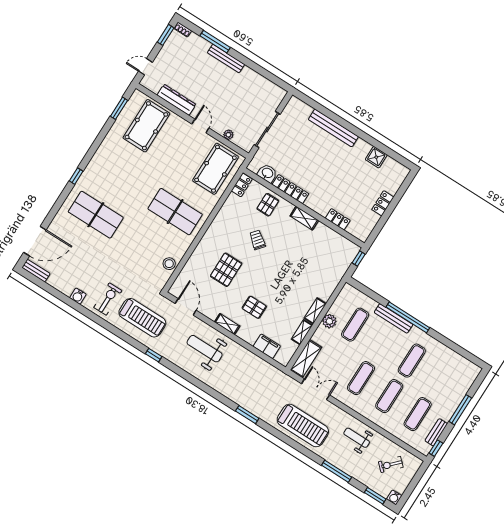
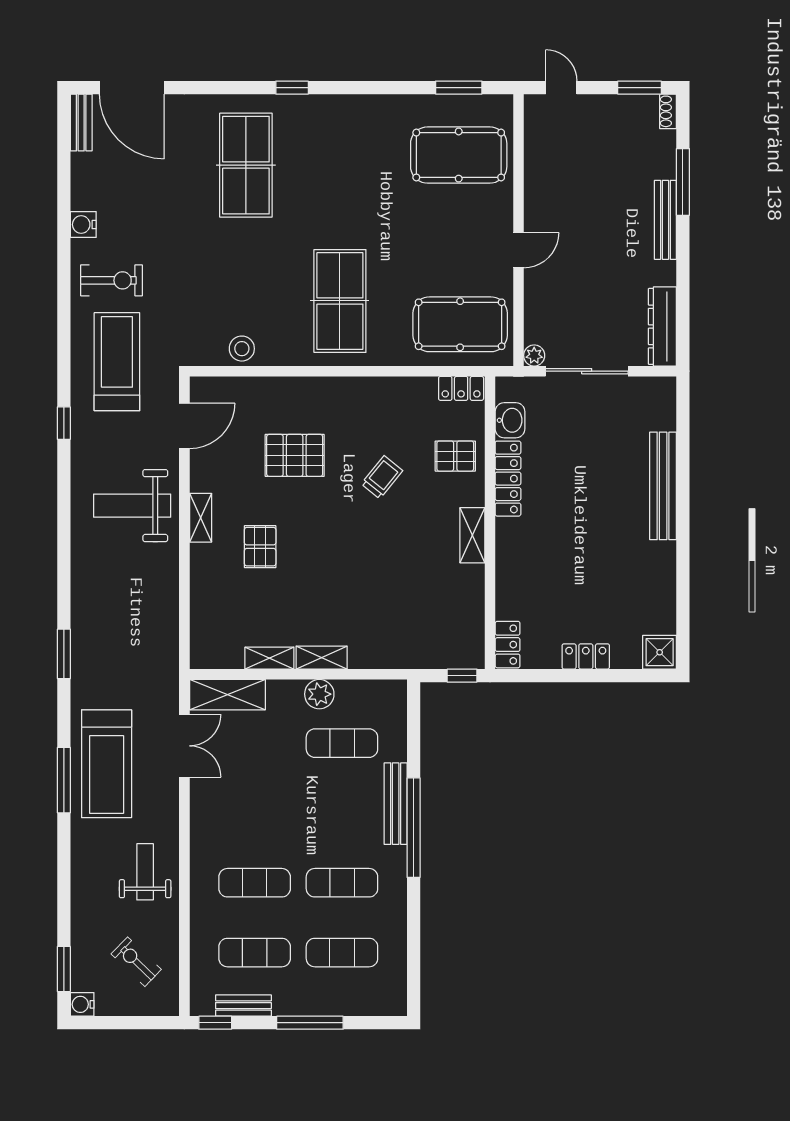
dresser: (176, 100) -> (662, 326), moved, turned 180
plant: (228, 135) -> (534, 355), moved
shower: (376, 157) -> (660, 652), moved
locker: (338, 219) -> (508, 645), moved
treadmill: (142, 318) -> (117, 362), turned 180
filing cabinet: (267, 346) -> (206, 612), removed
weight bench: (205, 349) -> (132, 506), turned -90
exercise mat: (361, 378) -> (342, 953), moved
window: (337, 471) -> (64, 780), moved

